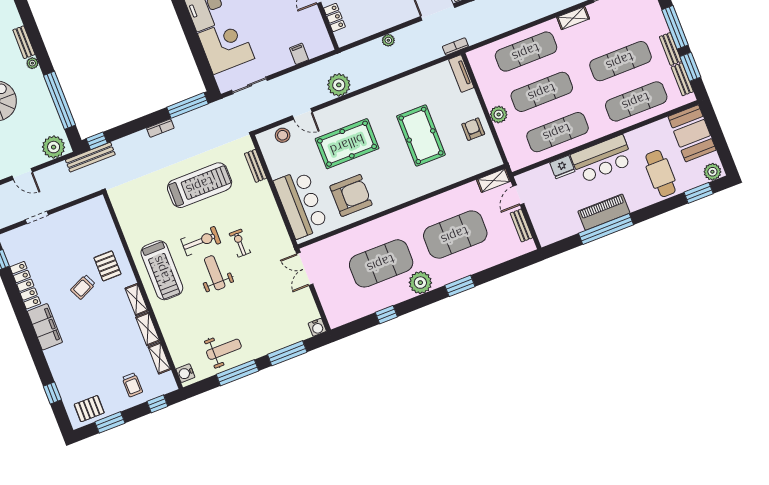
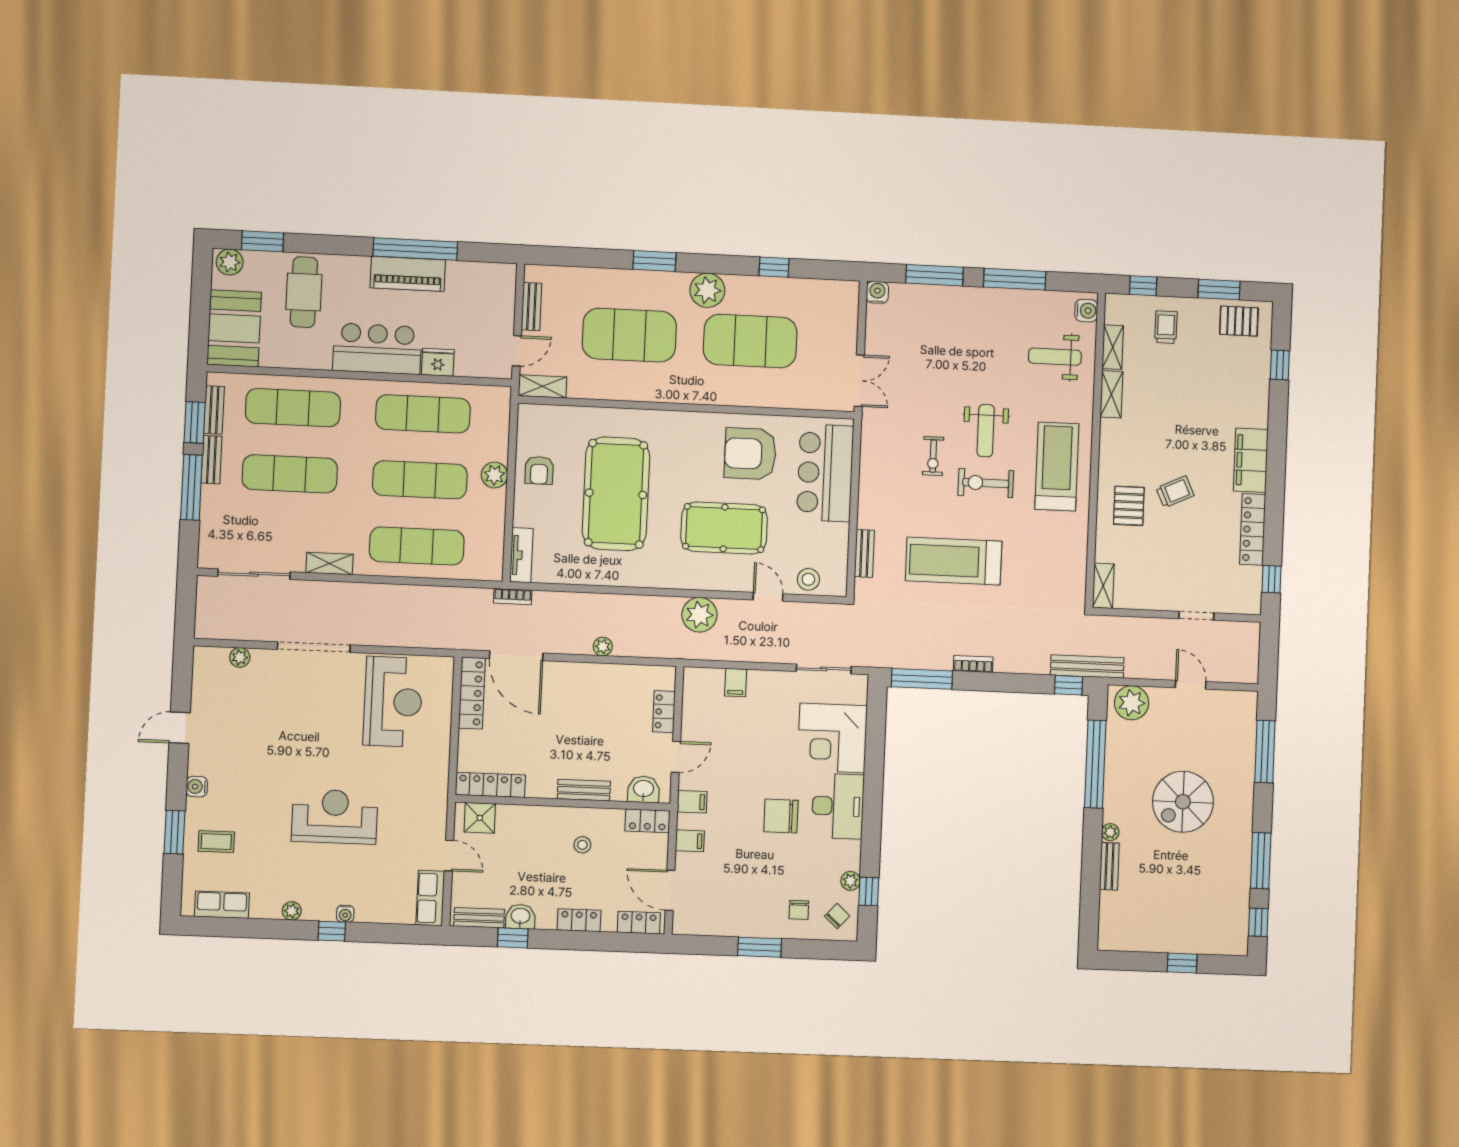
pool table: (421, 135) -> (616, 494), width x1.36, depth x1.32
shelving: (137, 300) -> (1103, 586), moved
weight bench: (224, 349) -> (1055, 357), moved

